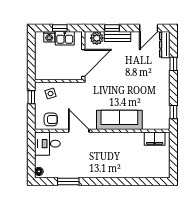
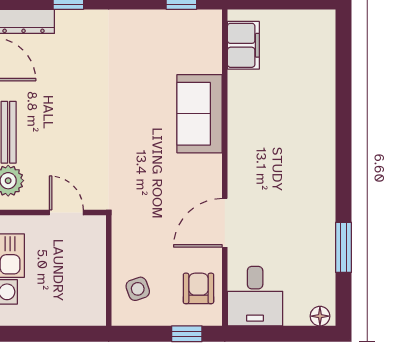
door: (83, 63) -> (66, 212), width x0.53
window: (31, 97) -> (187, 334), moved
sofa: (119, 120) -> (200, 114), width x0.73

